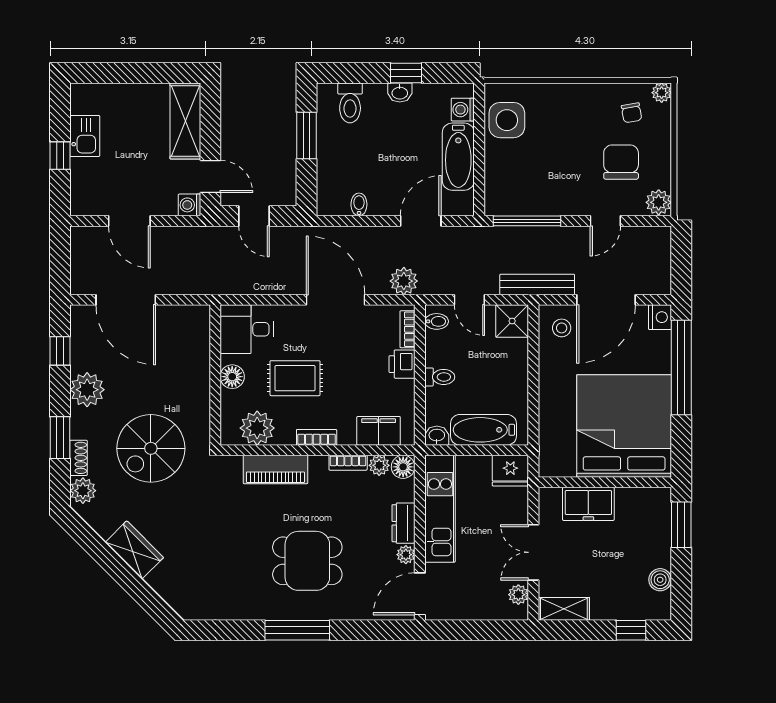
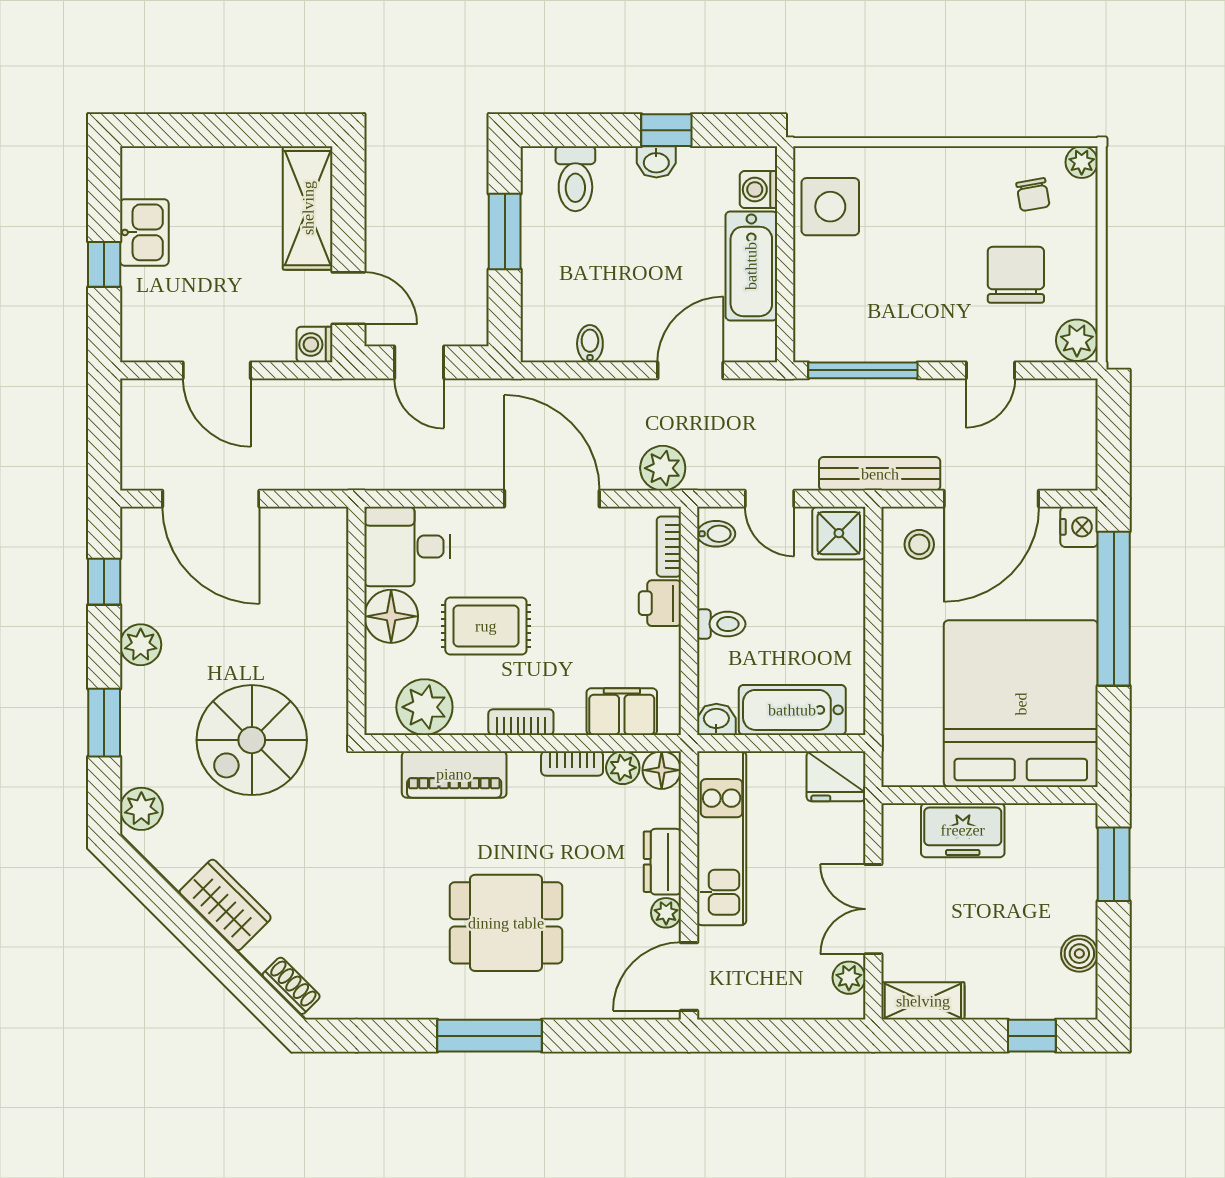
floor lamp: (232, 377) -> (391, 616), width x1.38, depth x1.38
plant: (87, 390) -> (141, 645), width x0.73, depth x0.73
shoe rack: (78, 458) -> (291, 986), moved, turned -45

